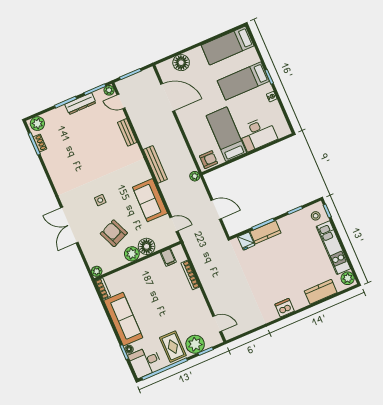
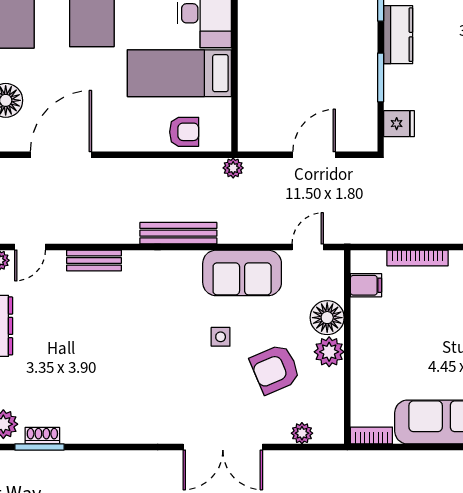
armchair: (209, 160) -> (184, 132), moved, turned 90
side table: (100, 200) -> (221, 337), moved
kitchen counter: (265, 232) -> (398, 35), moved
plant: (97, 271) -> (302, 433), moved

